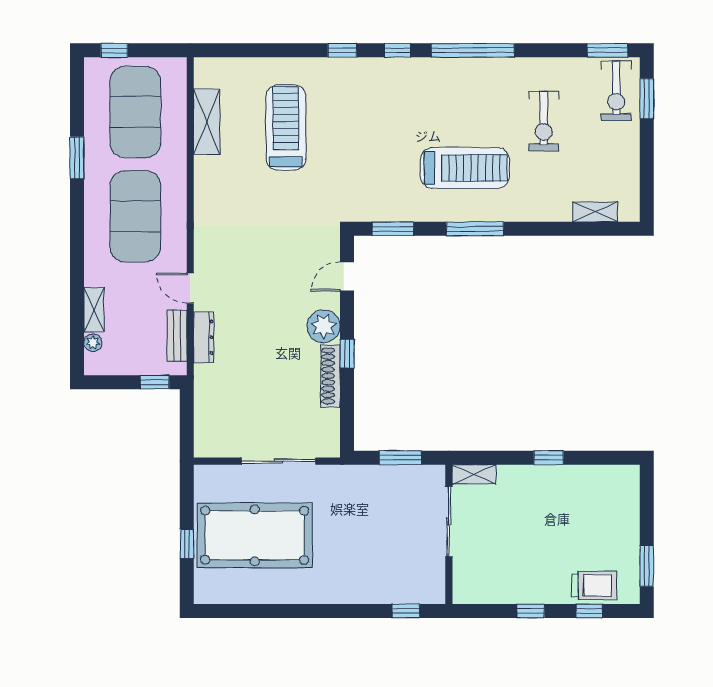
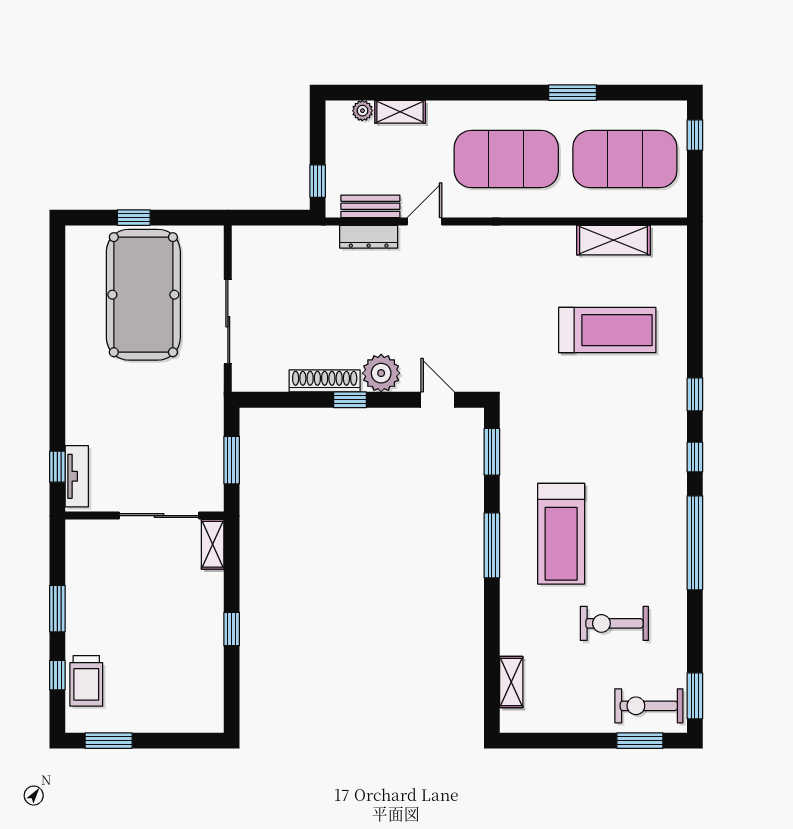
tv unit: (414, 594) -> (77, 476), added
window: (531, 611) -> (57, 609), width x1.50

